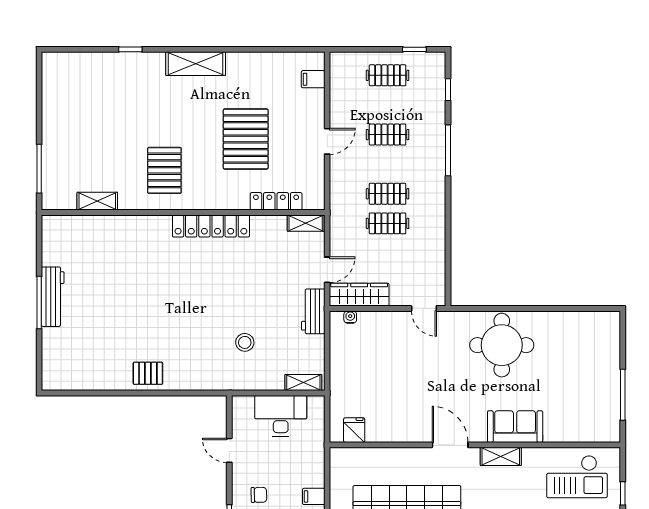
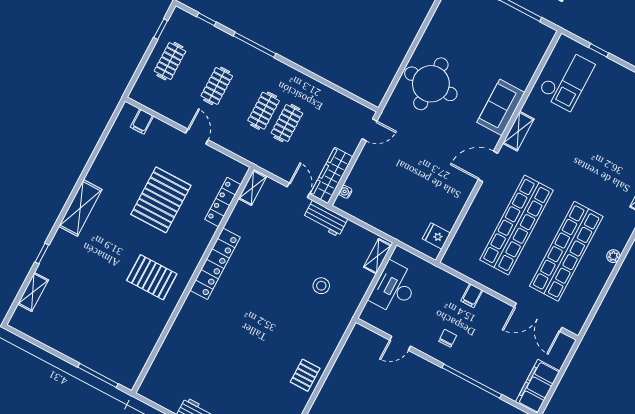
pallet: (246, 139) -> (161, 200), turned 90
shelving: (97, 201) -> (33, 292), moved

